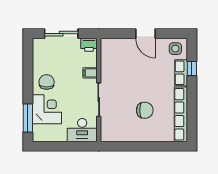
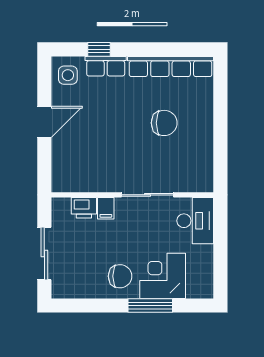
printer: (89, 45) -> (84, 208), moved, turned 90
chair: (47, 82) -> (120, 276), turned 180
chair: (145, 110) -> (164, 123), turned 90
window: (28, 118) -> (150, 306), moved

